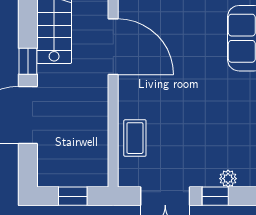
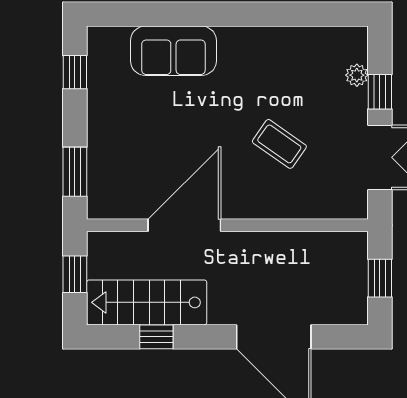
window: (28, 61) -> (156, 337), moved
coffee table: (135, 138) -> (279, 144), moved, turned 35

